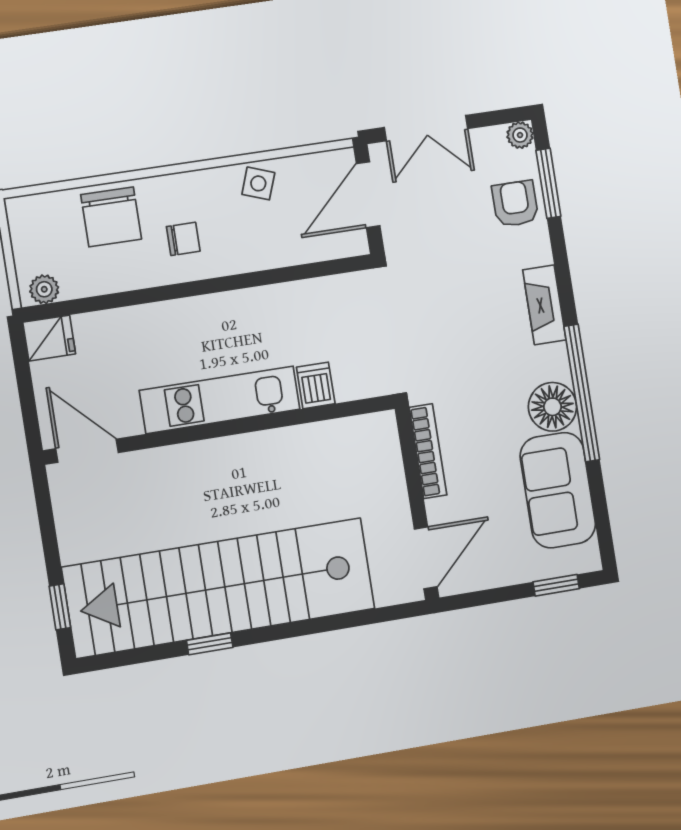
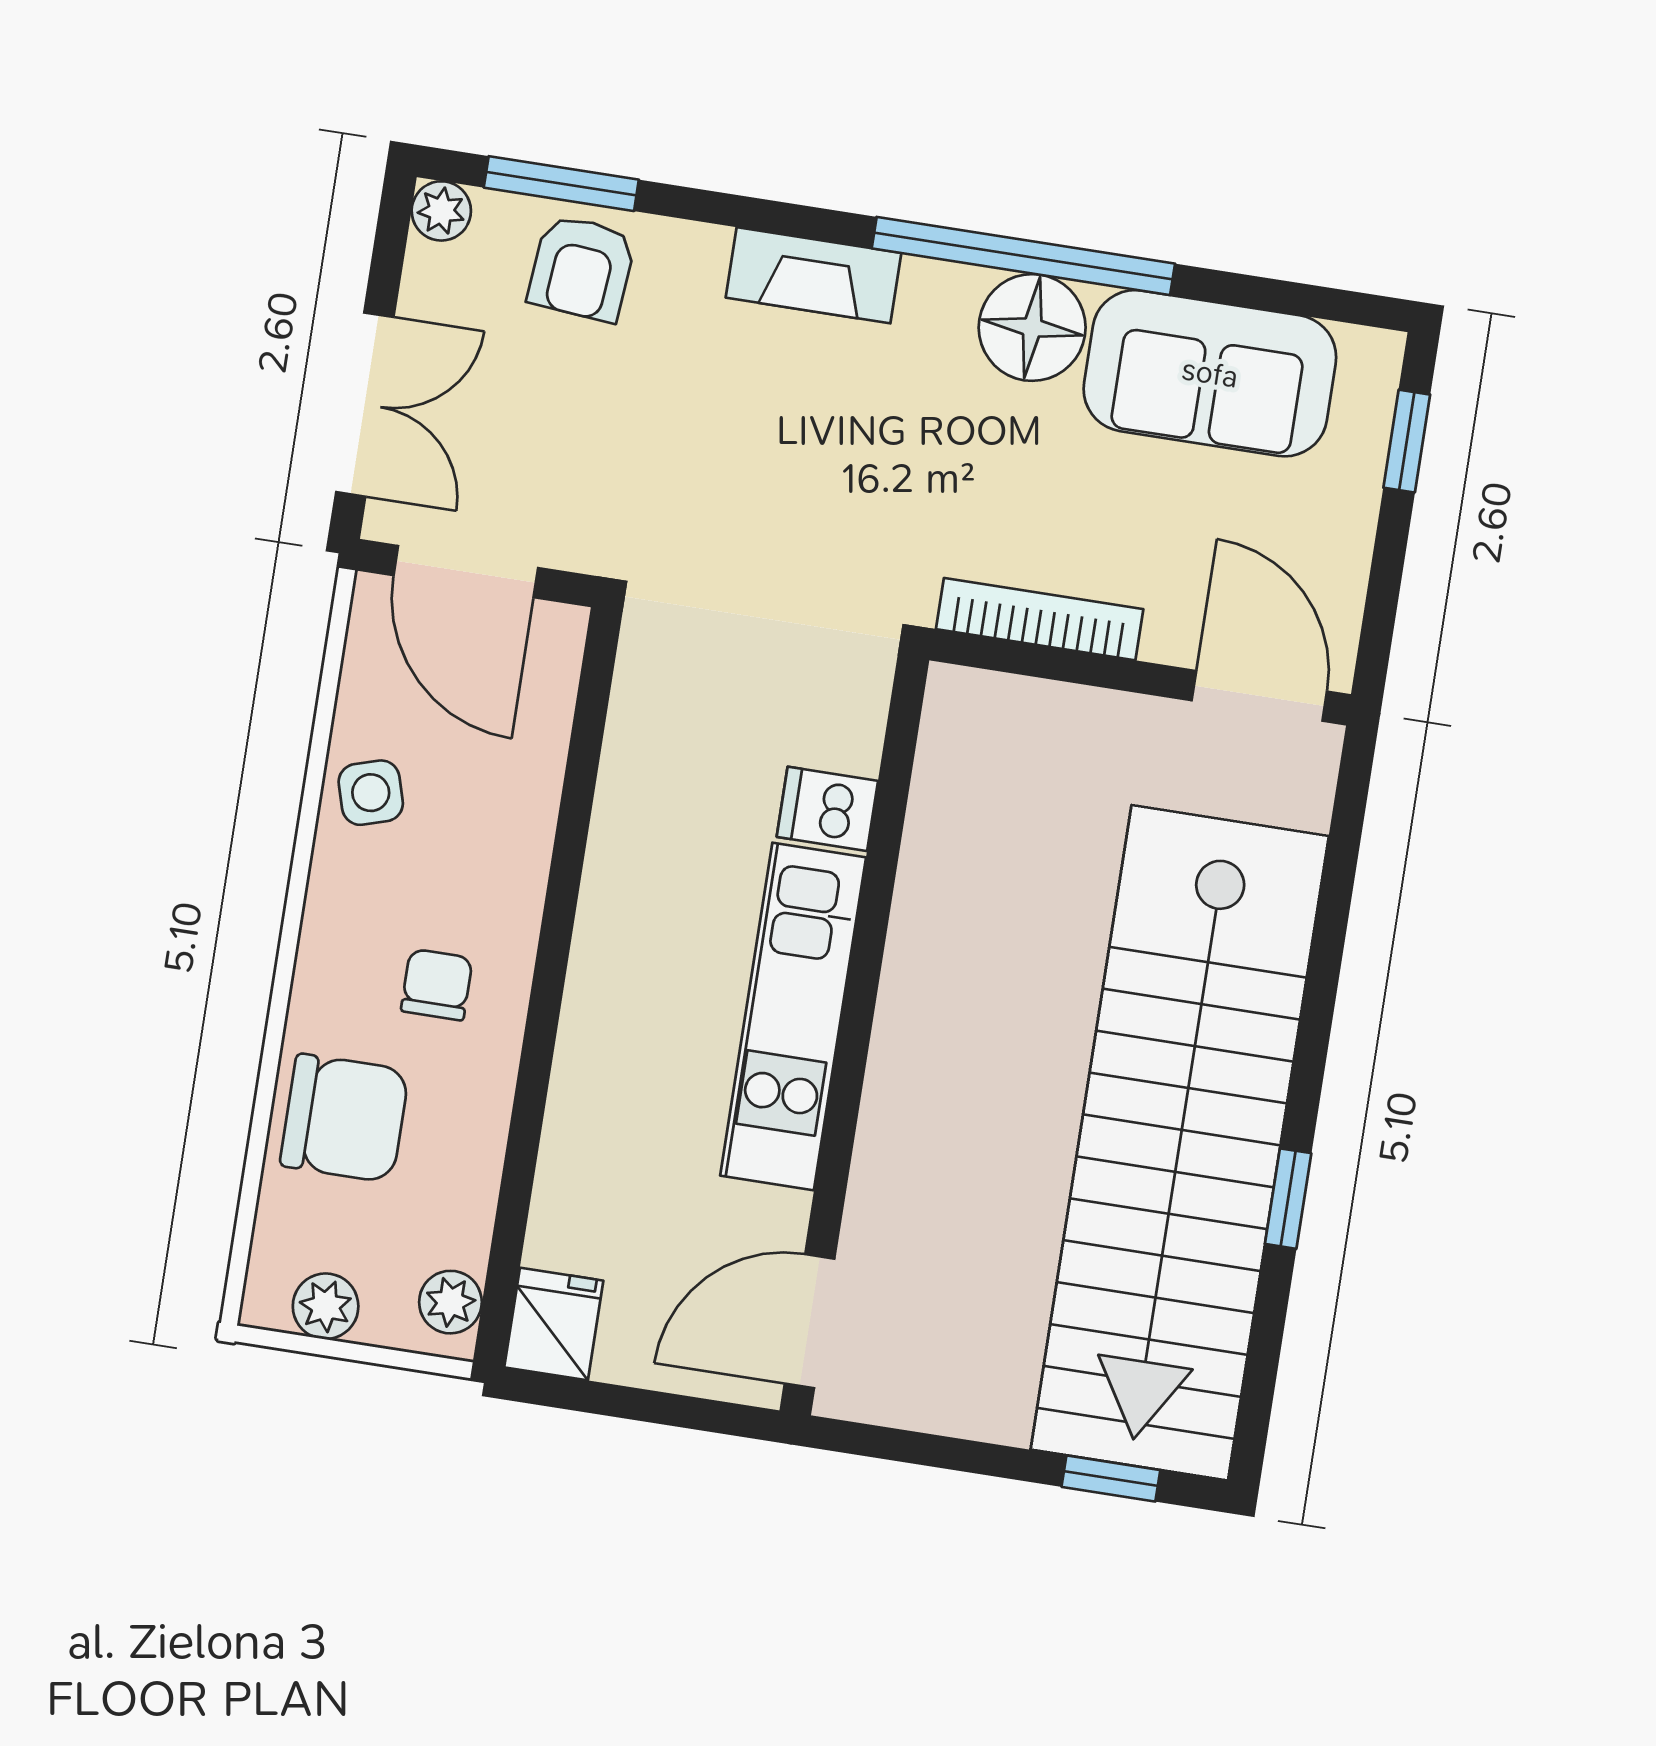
side table: (258, 183) -> (371, 793), turned -37
armchair: (515, 204) -> (582, 268), turned -85
plant: (25, 235) -> (326, 1306), added

